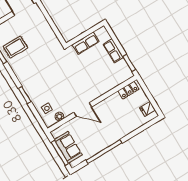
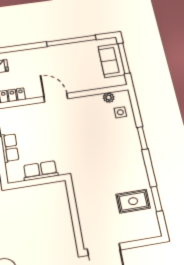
door: (83, 110) -> (56, 98), moved

